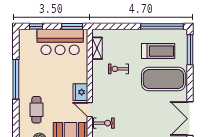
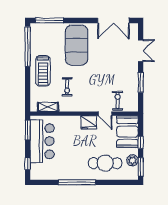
treadmill: (158, 51) -> (43, 71), moved, turned 180
cafe table: (36, 110) -> (105, 163), width x1.37, depth x1.35
door: (90, 110) -> (105, 114), hinge flipped

